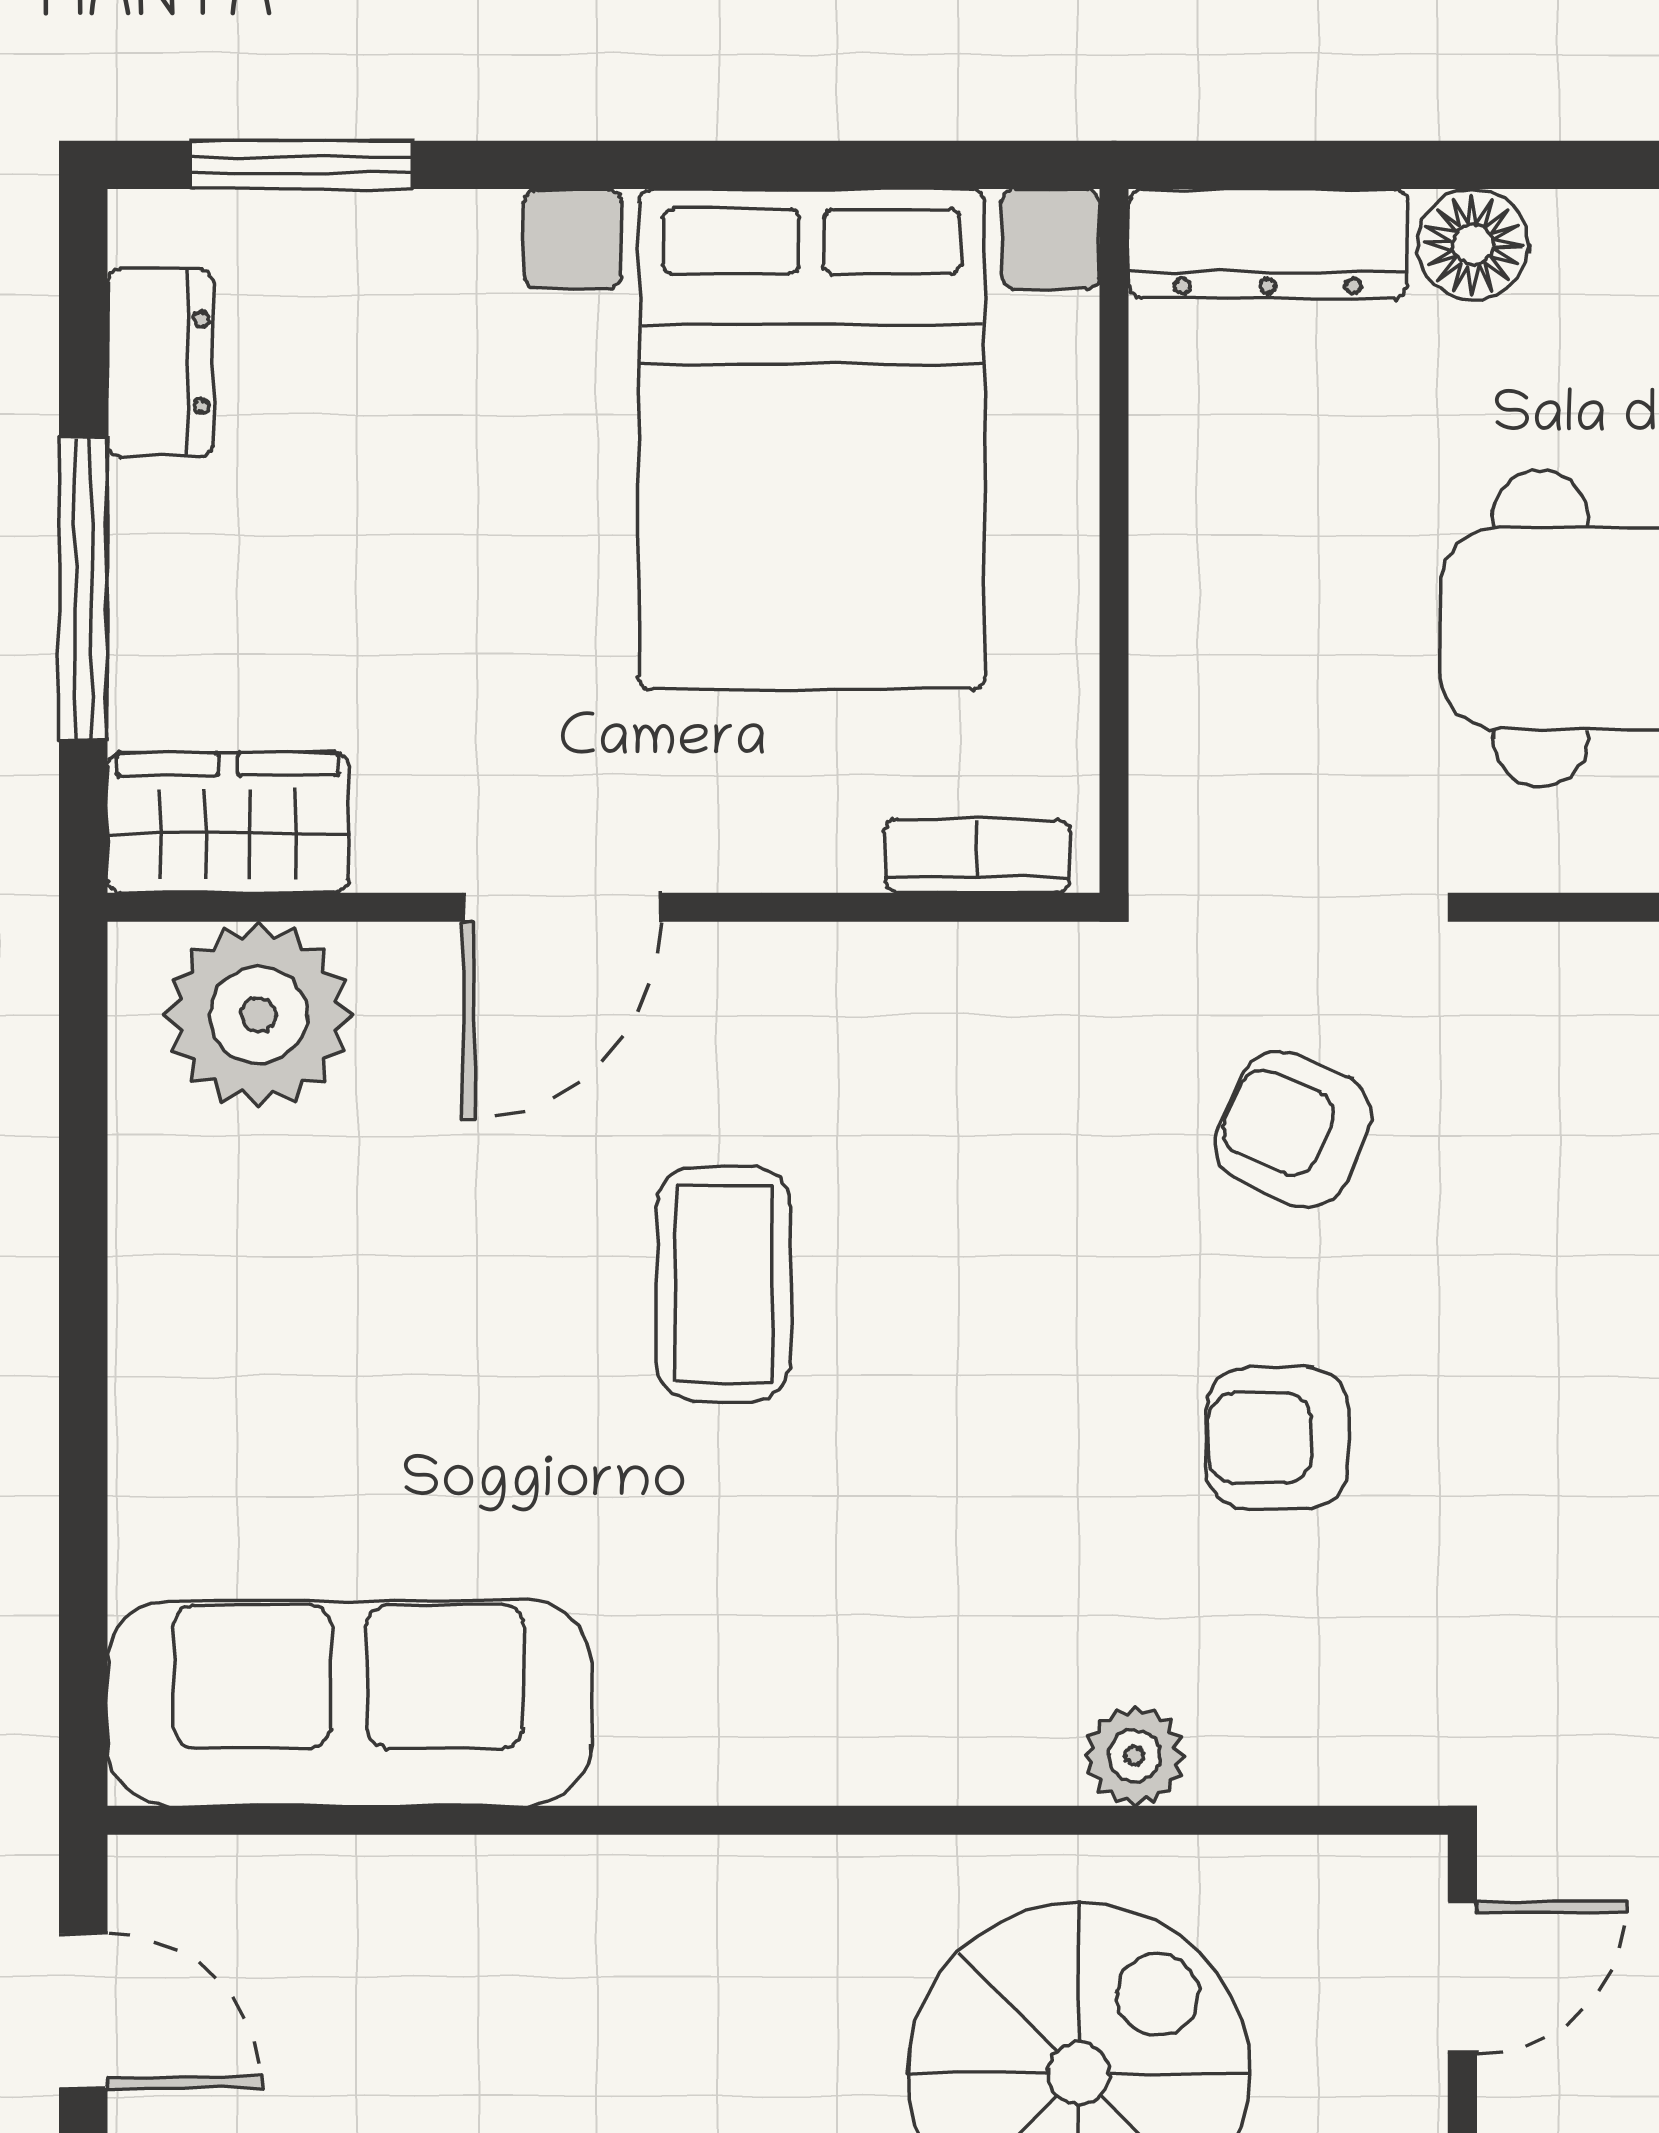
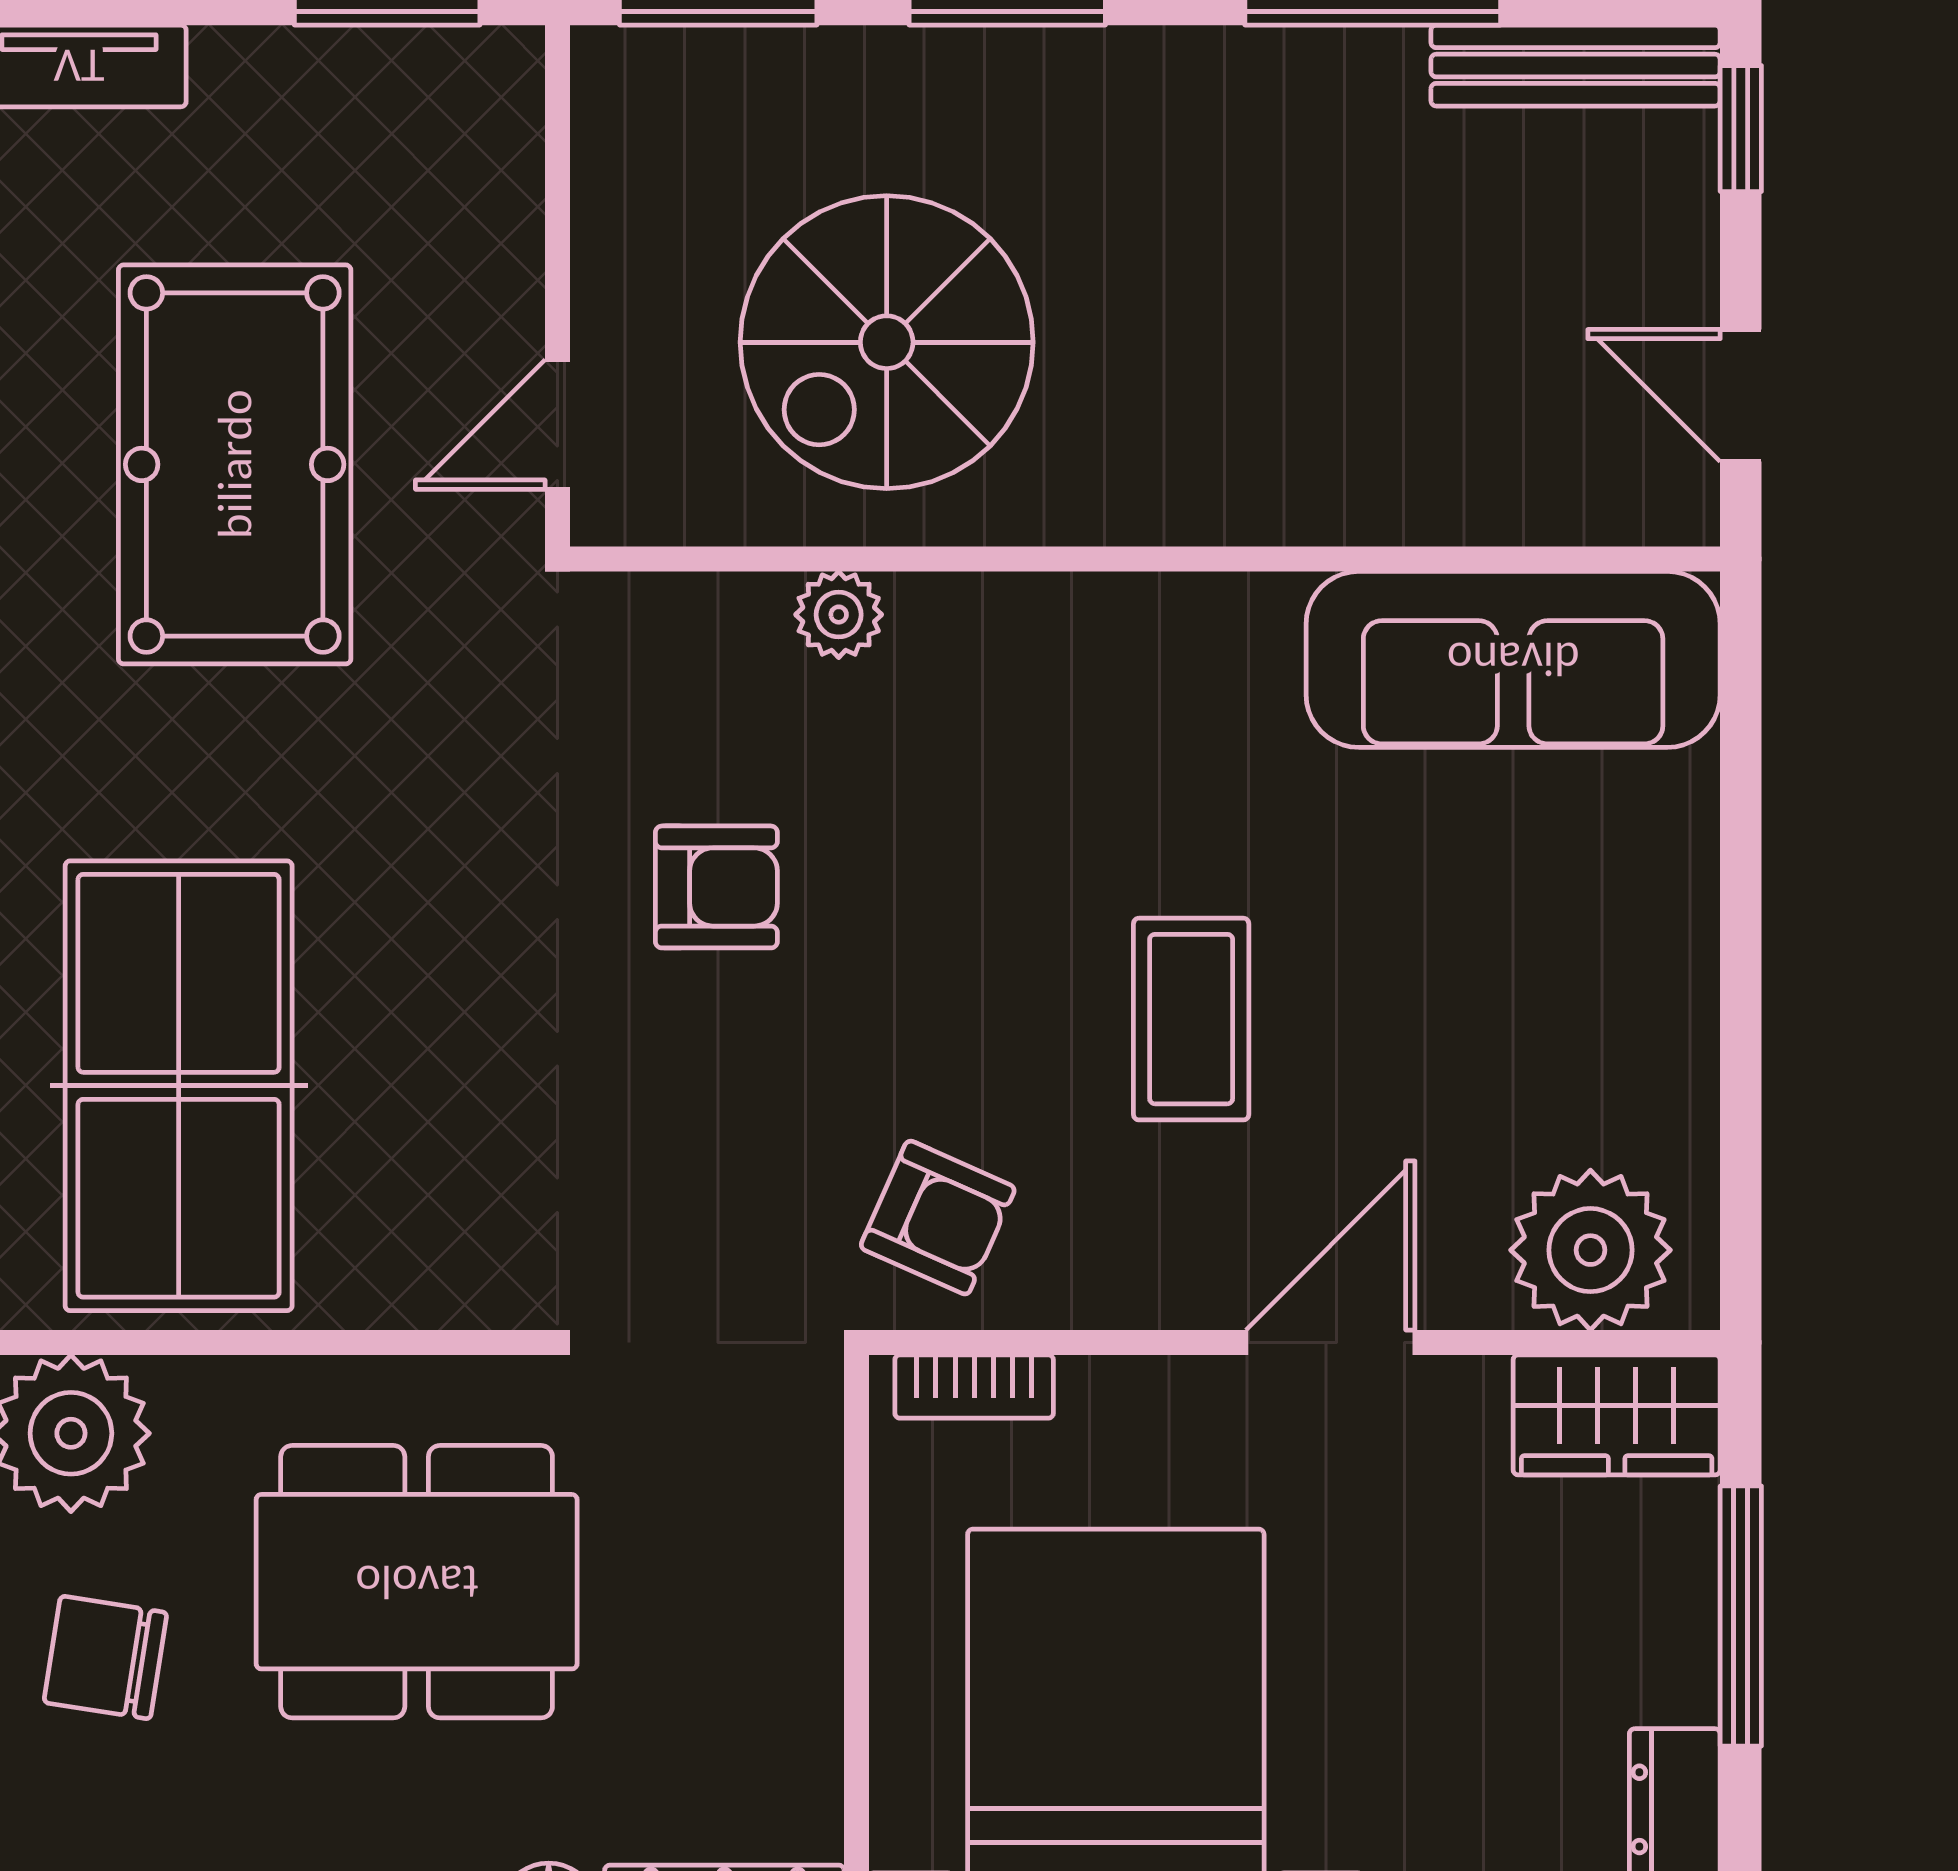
armchair: (1293, 1129) -> (938, 1218), moved

